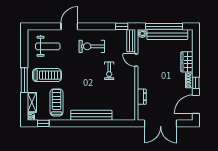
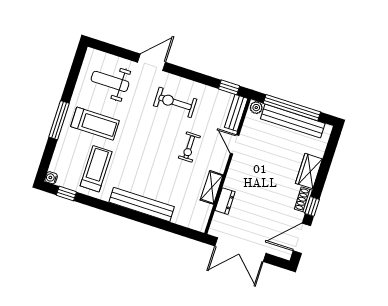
weight bench: (48, 46) -> (110, 81), turned 180
shelving: (32, 102) -> (212, 187), moved

